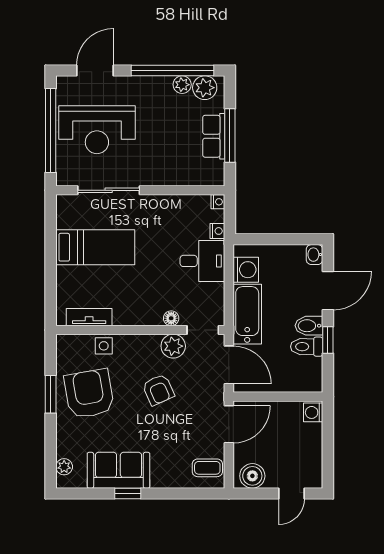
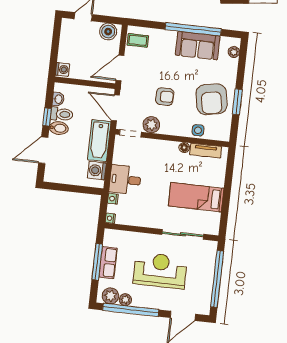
reception desk: (97, 130) -> (160, 270), moved
washbasin: (315, 255) -> (58, 99), moved
floor lamp: (171, 318) -> (184, 147), moved
armchair: (158, 390) -> (165, 97), turned 114
window: (128, 494) -> (193, 29), width x3.17

